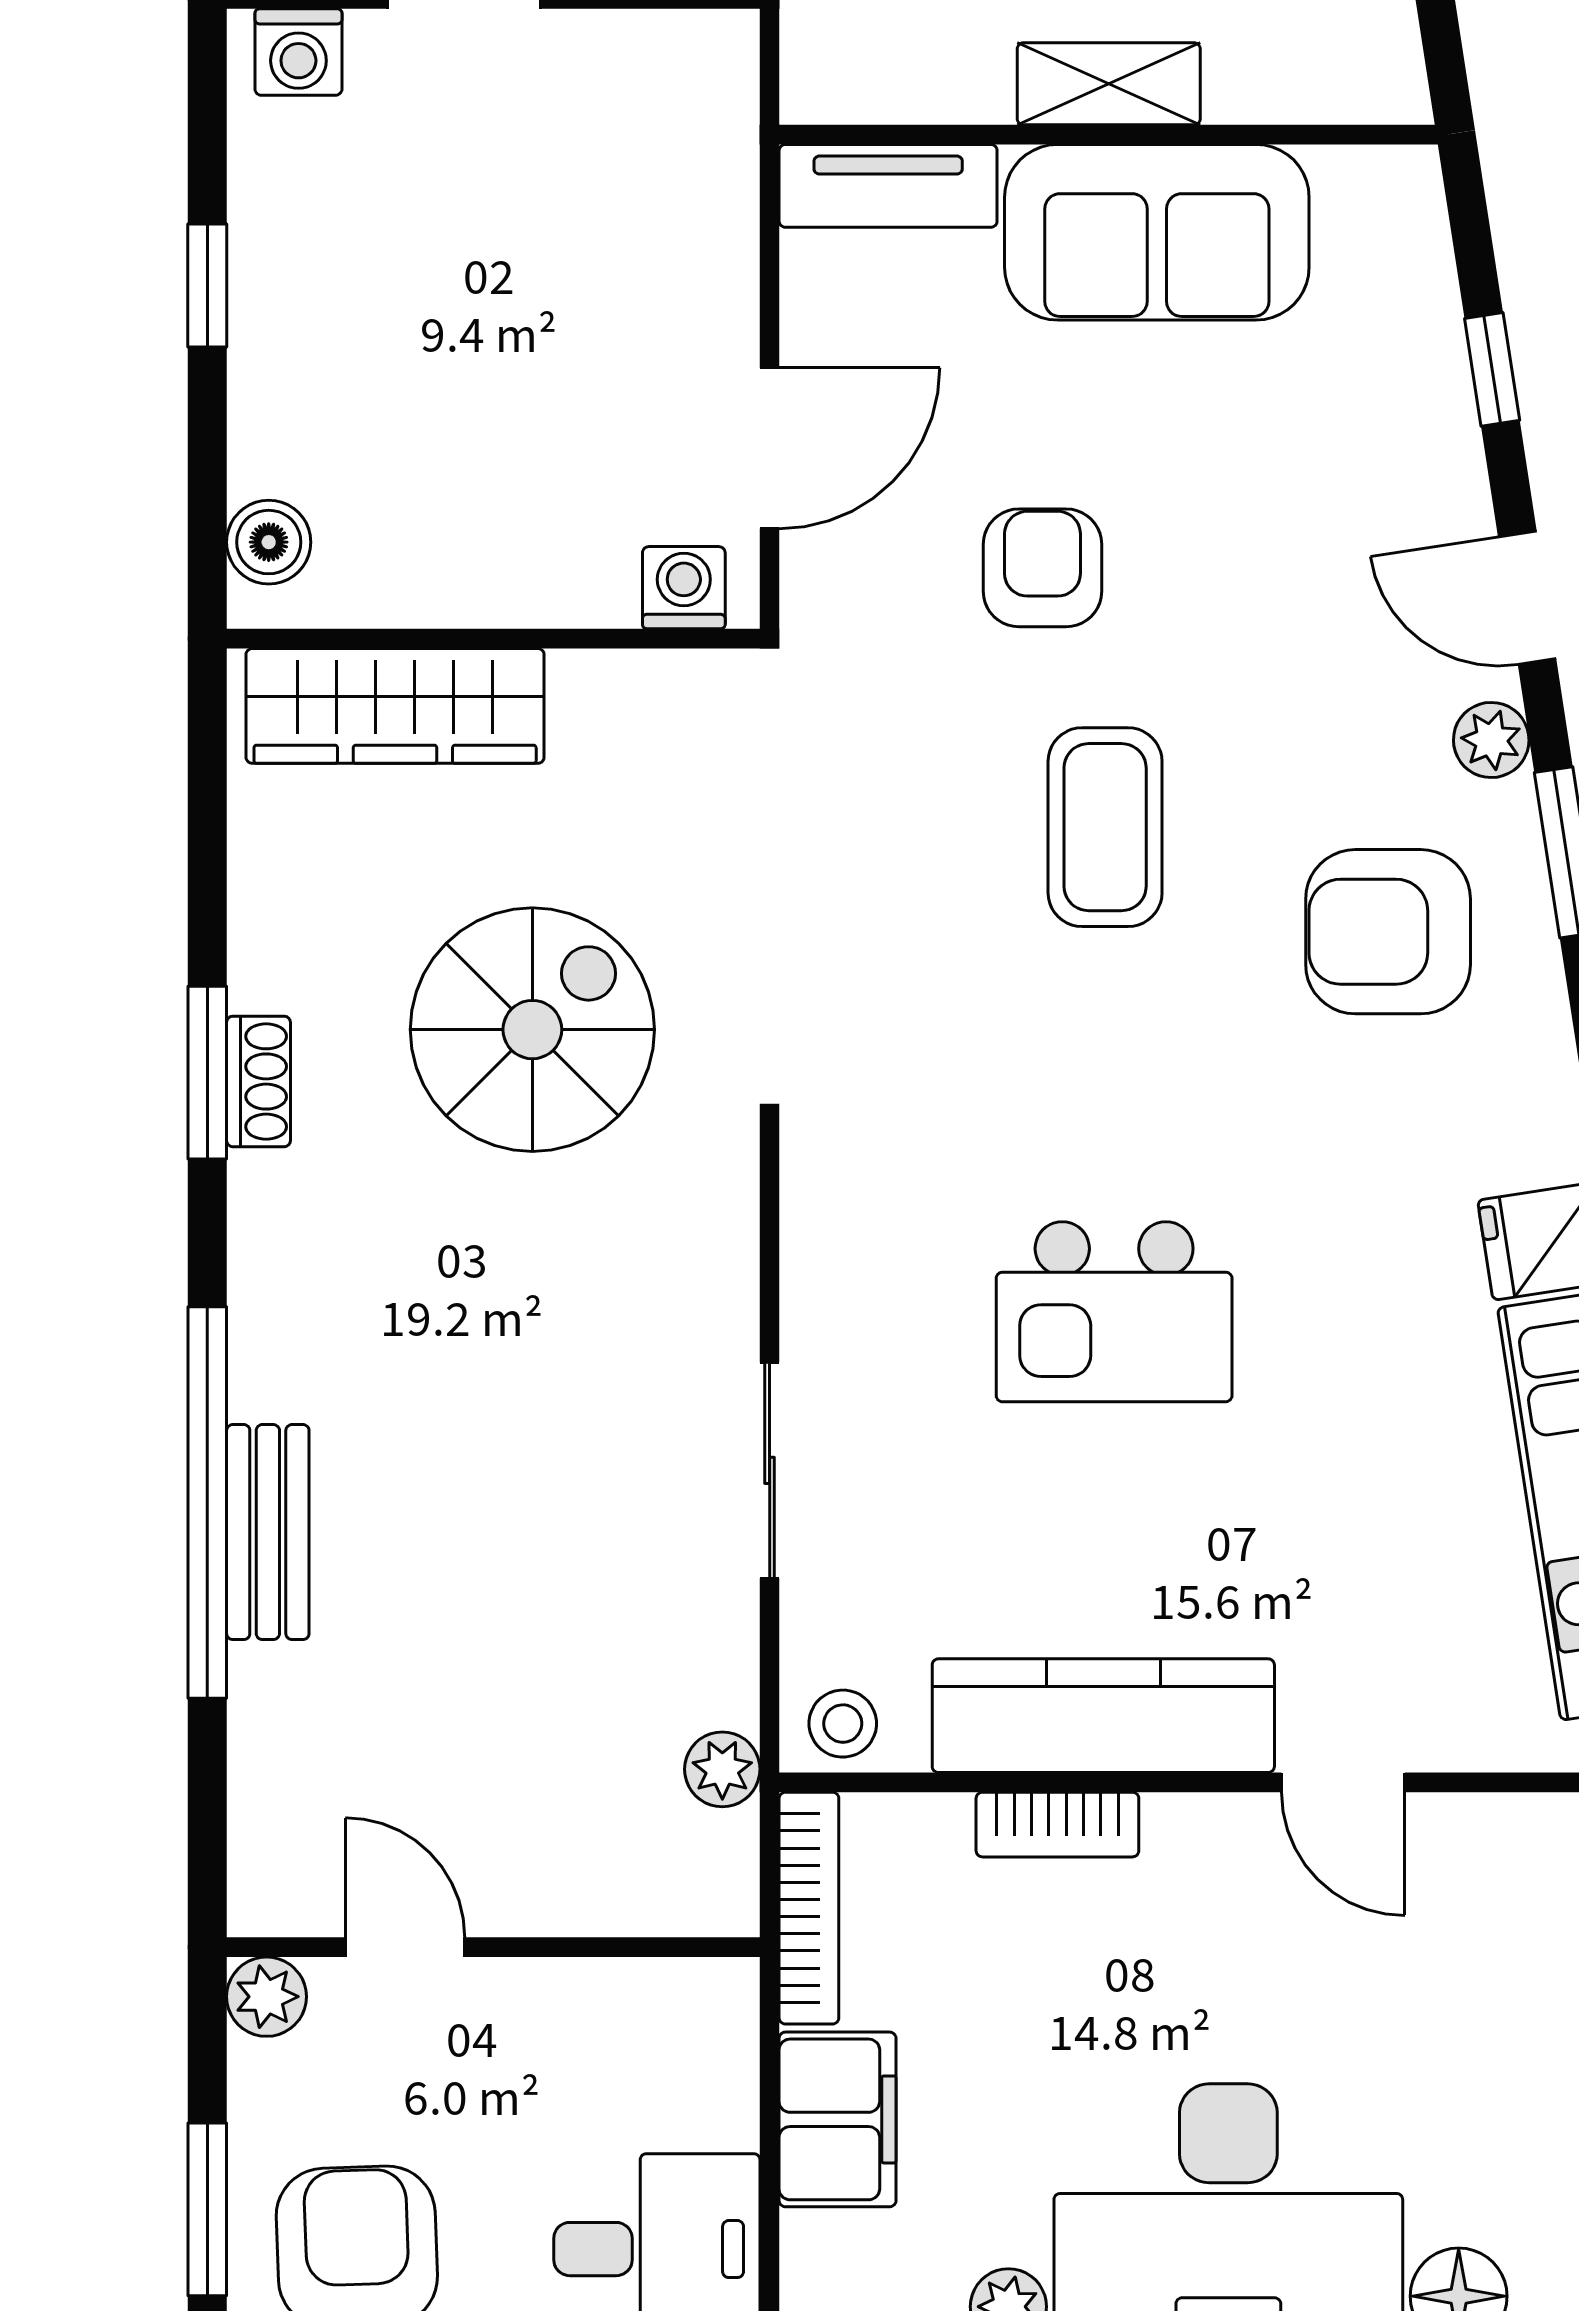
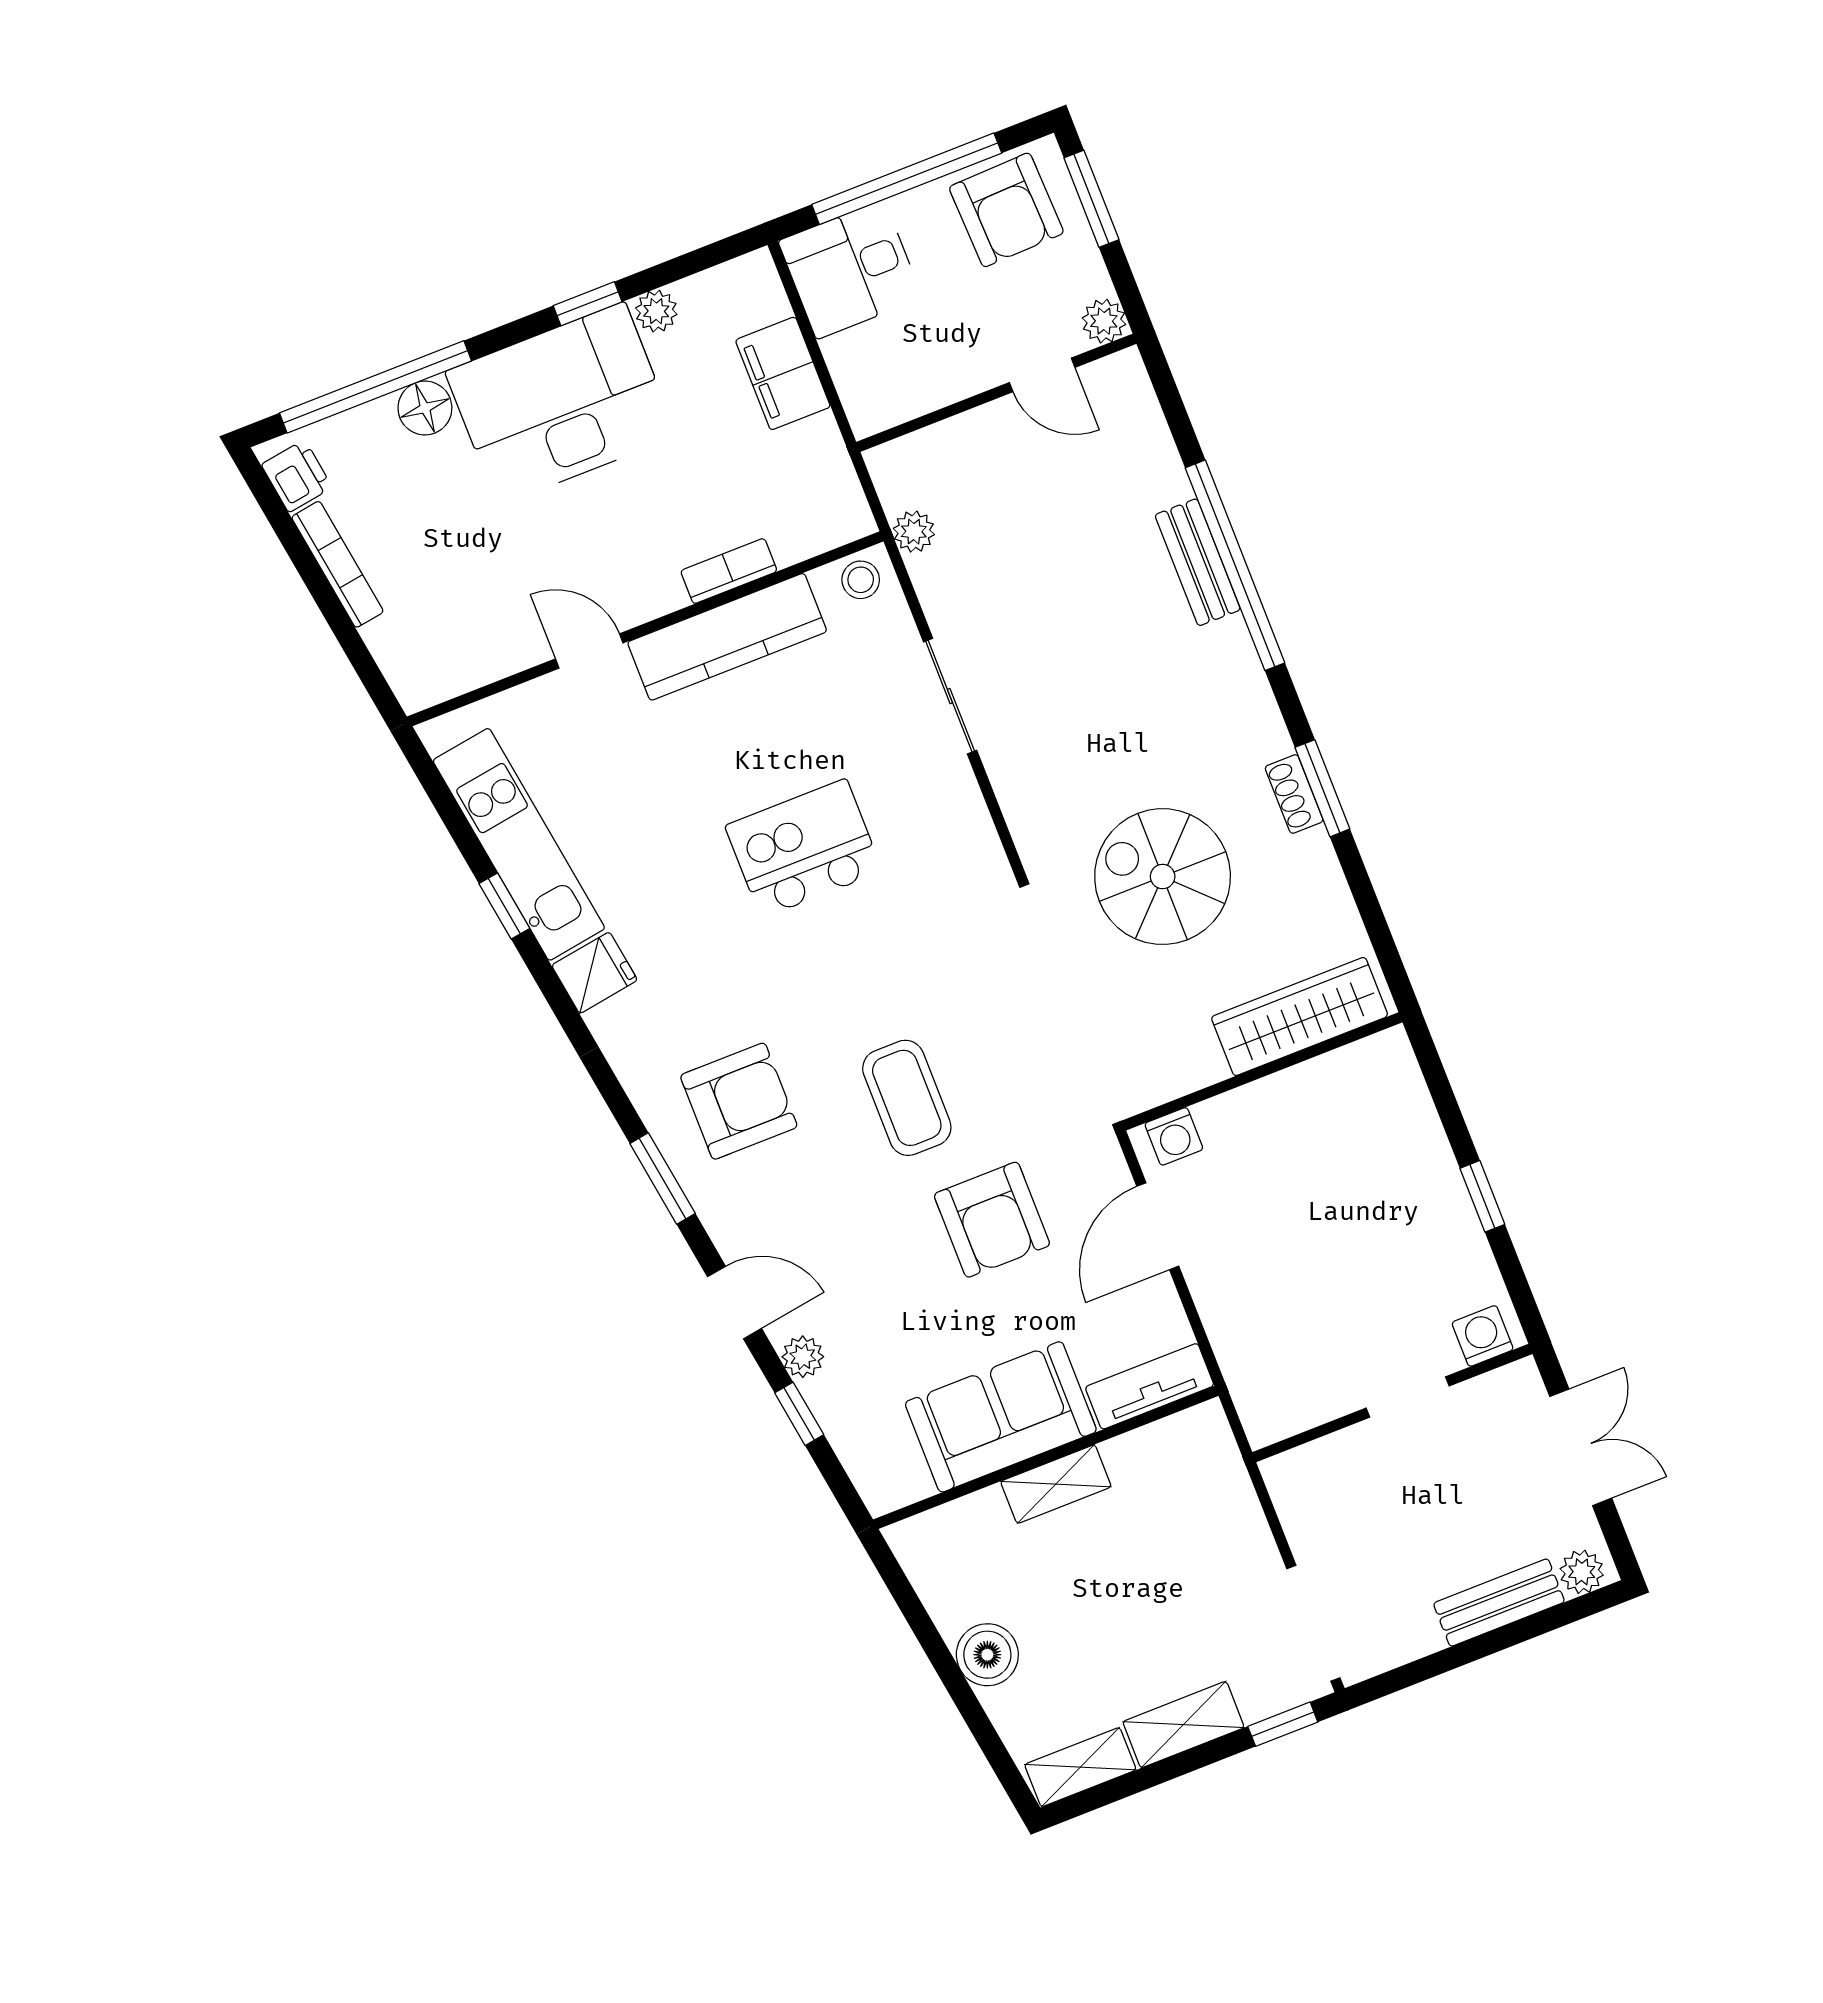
boiler: (269, 542) -> (1398, 1076), removed
armchair: (1042, 568) -> (992, 1220), width x1.38, depth x1.38
plant: (1491, 740) -> (803, 1357), moved
spiral stairs: (532, 1030) -> (1163, 877), turned 90
bookcase: (809, 1908) -> (841, 477), removed

